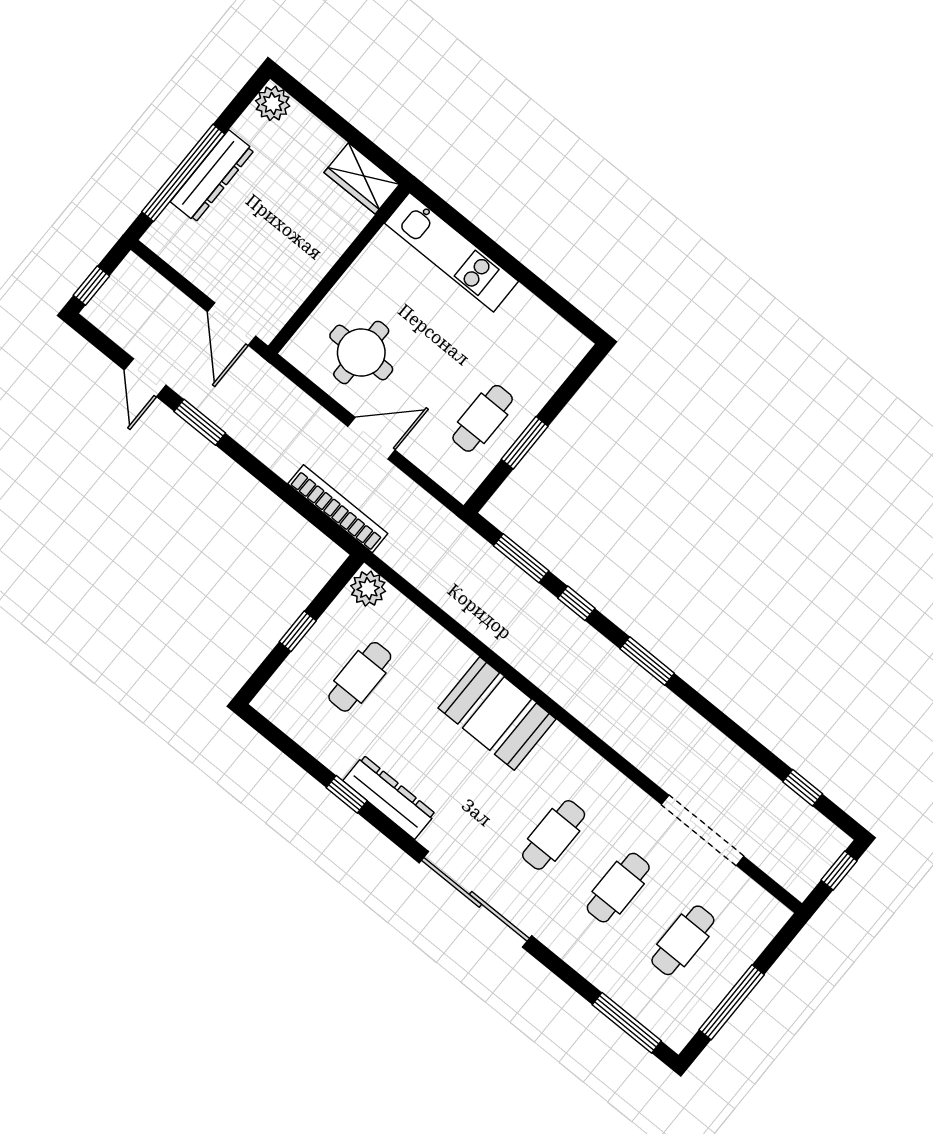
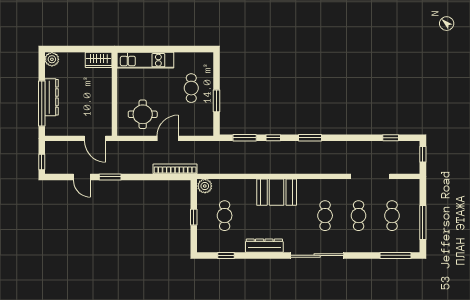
cafe table: (483, 418) -> (191, 88), moved
window: (347, 794) -> (226, 255), moved

